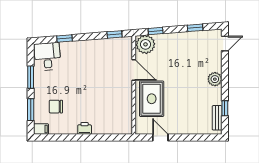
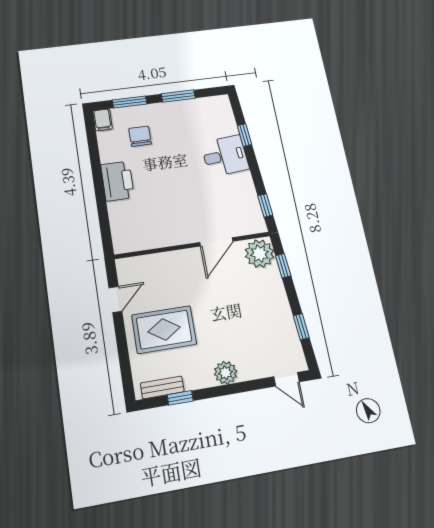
desk: (47, 56) -> (225, 156), moved
rug: (152, 99) -> (164, 330), moved
printer: (85, 128) -> (117, 181), width x1.87, depth x1.48

